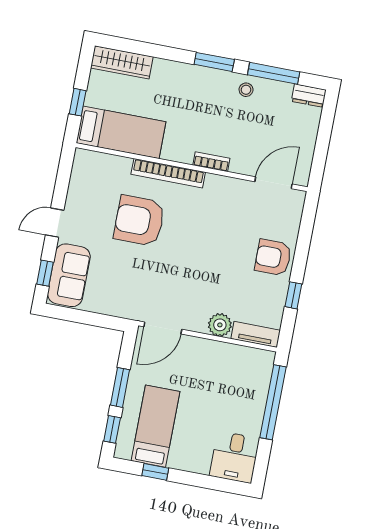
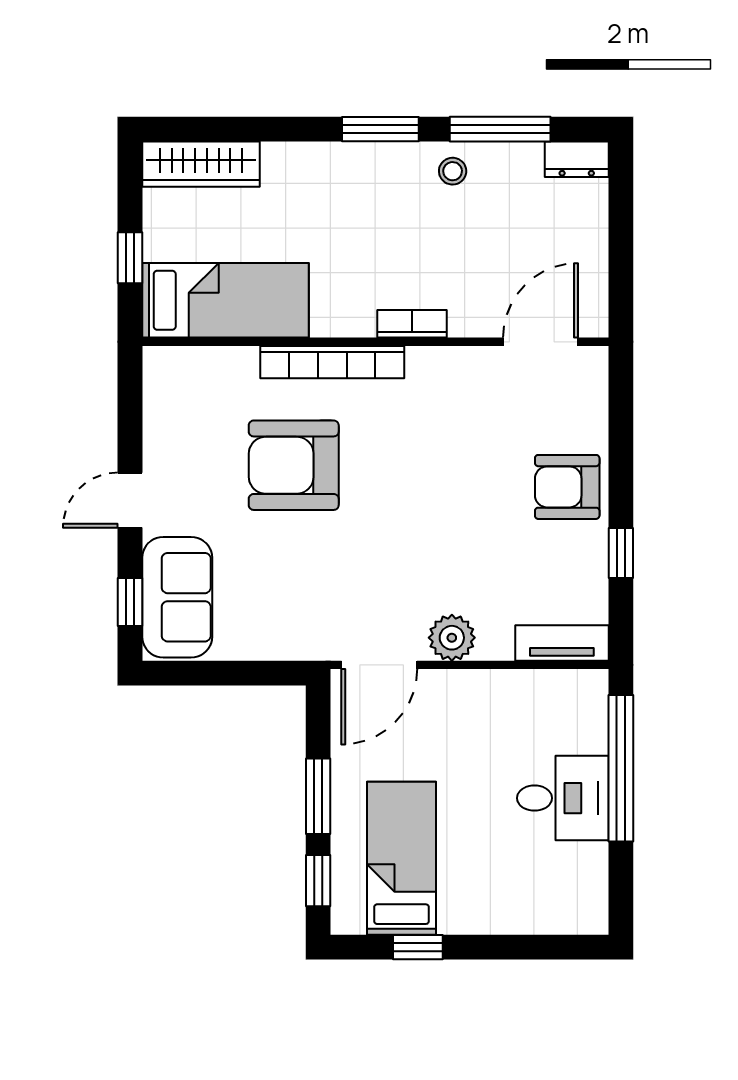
plant: (220, 325) -> (452, 638), moved
desk: (234, 457) -> (563, 798), moved, turned -90

